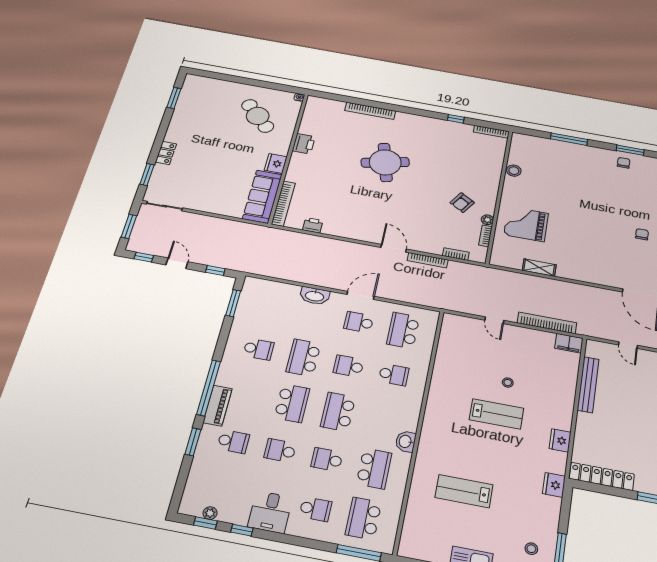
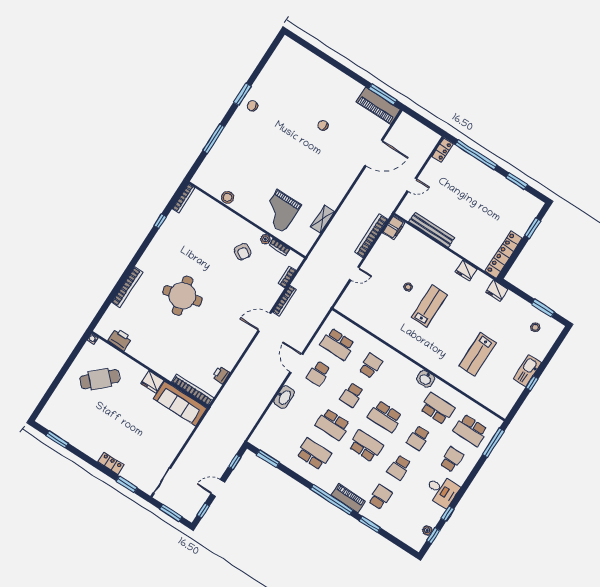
printer: (304, 144) -> (120, 339), moved
school desk: (259, 349) -> (314, 454), width x1.85

